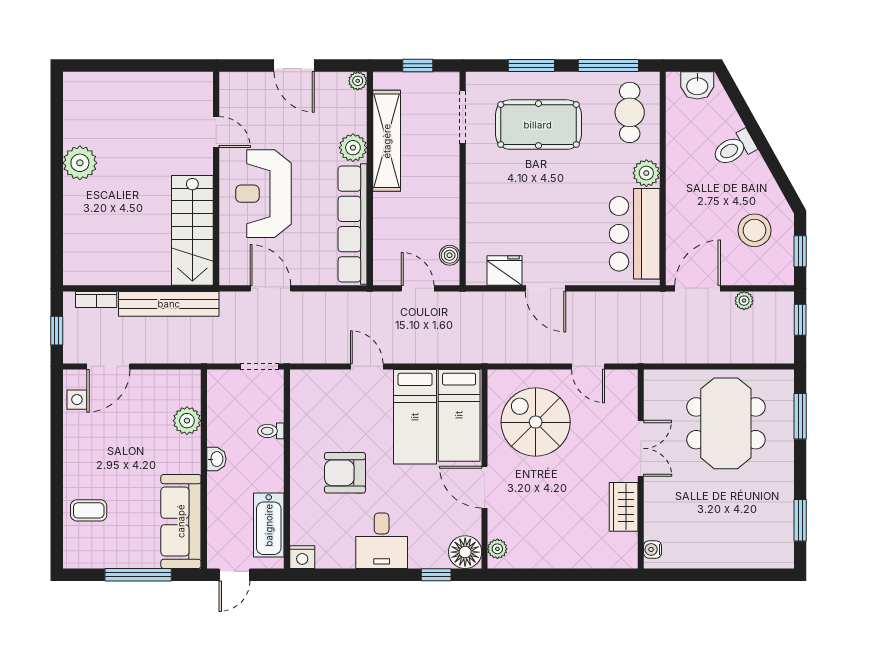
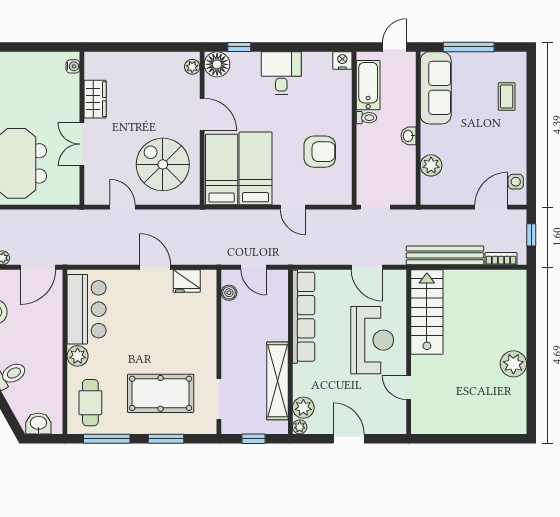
plant: (353, 148) -> (303, 408), moved
spiral stairs: (536, 422) -> (163, 164), turned 180
toilet: (271, 431) -> (366, 118), moved
armchair: (345, 473) -> (320, 152), moved
coffee table: (89, 510) -> (507, 96), turned 90

